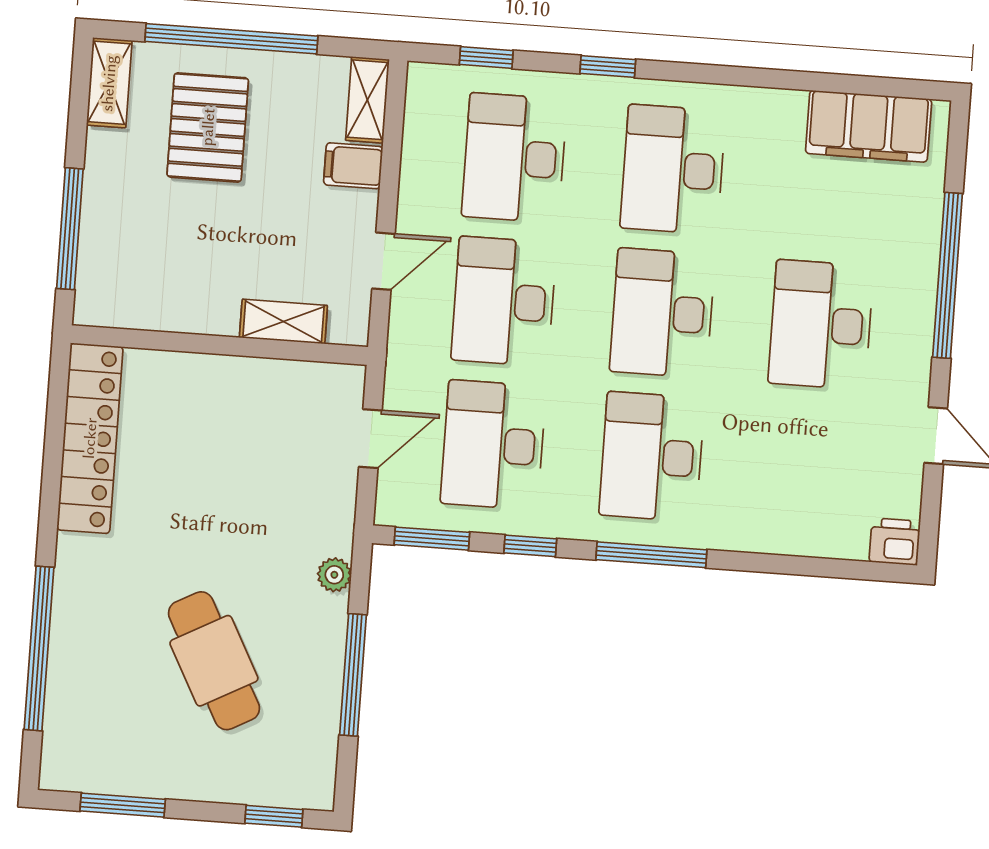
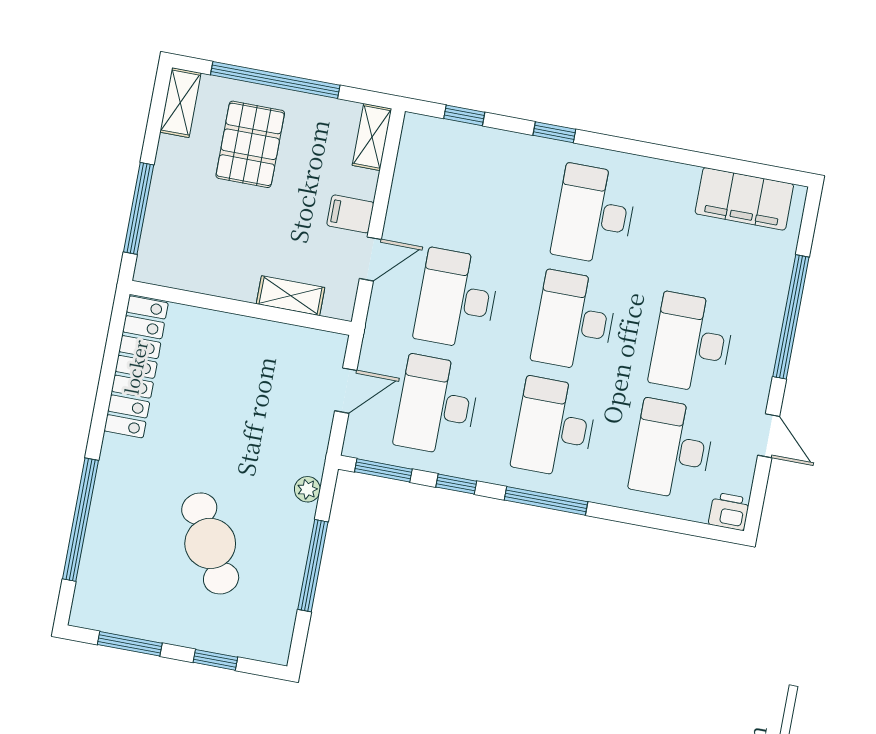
desk: (514, 158) -> (672, 450), moved
filing cabinet: (353, 166) -> (350, 214), moved
window: (274, 816) -> (215, 660), moved

